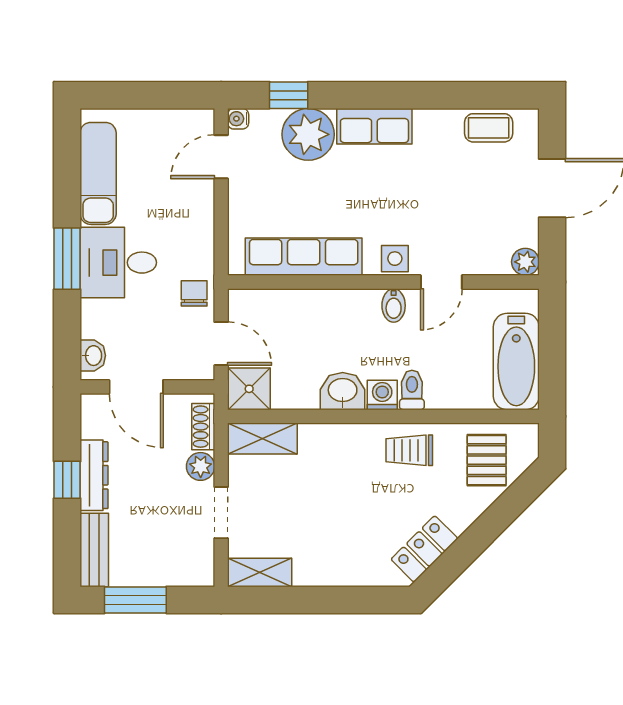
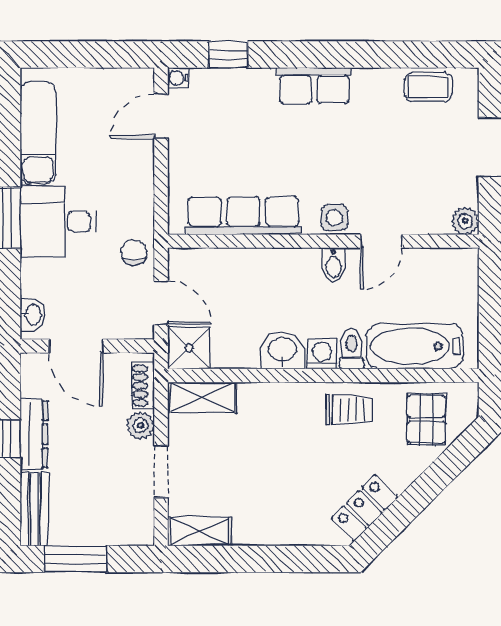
plant: (308, 134) -> (248, 94), removed
bathtub: (516, 362) -> (415, 346), moved, turned 90
trolley: (409, 450) -> (349, 409), turned 180

